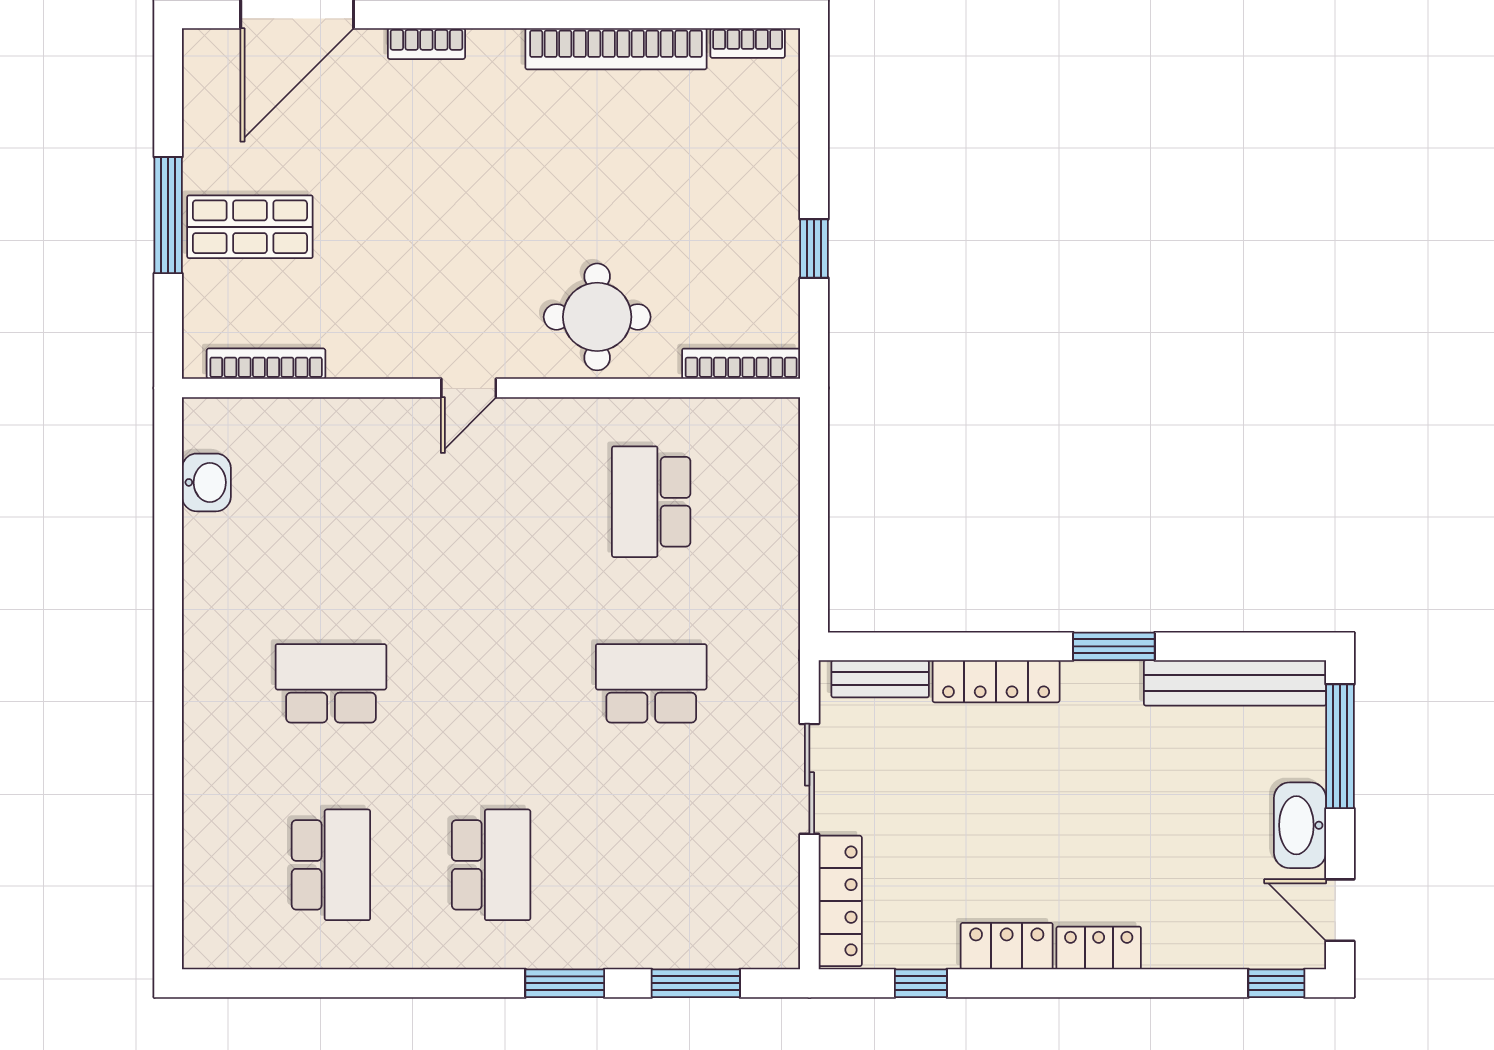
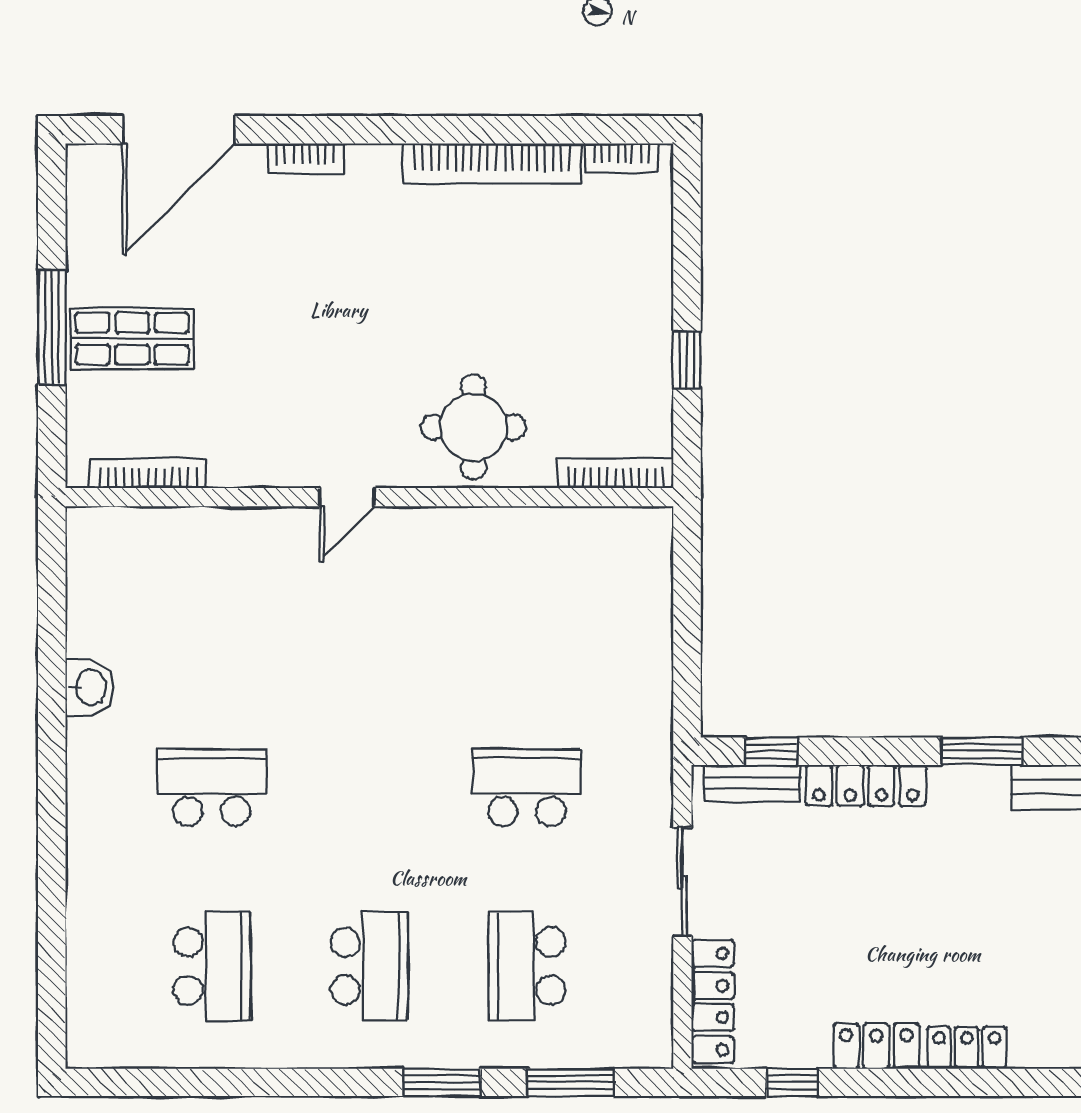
washbasin: (206, 482) -> (89, 688), moved
school desk: (651, 502) -> (527, 966), moved
window: (900, 646) -> (771, 751), added

